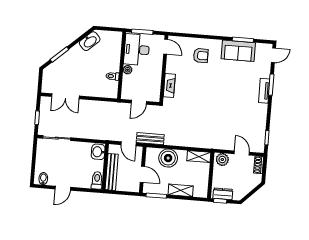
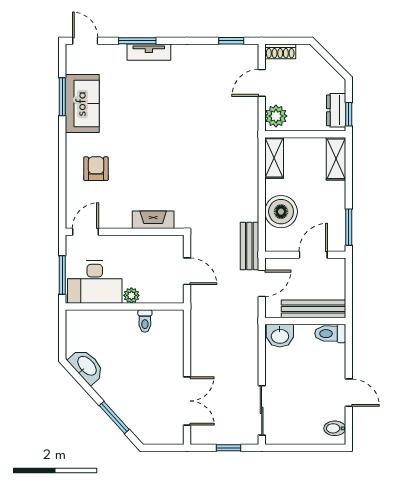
shelving: (181, 190) -> (336, 159), moved

